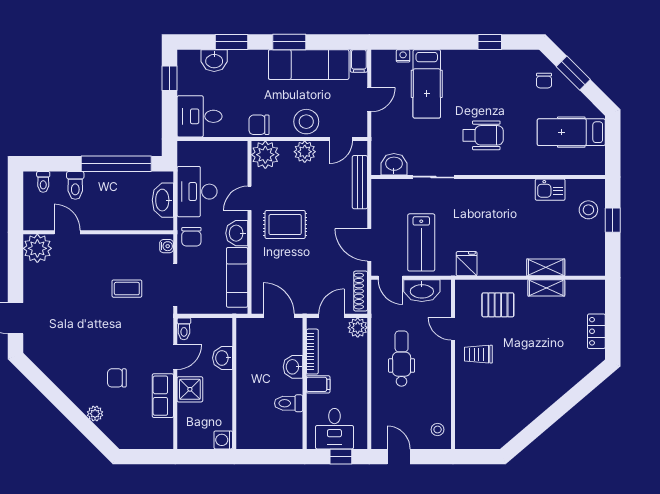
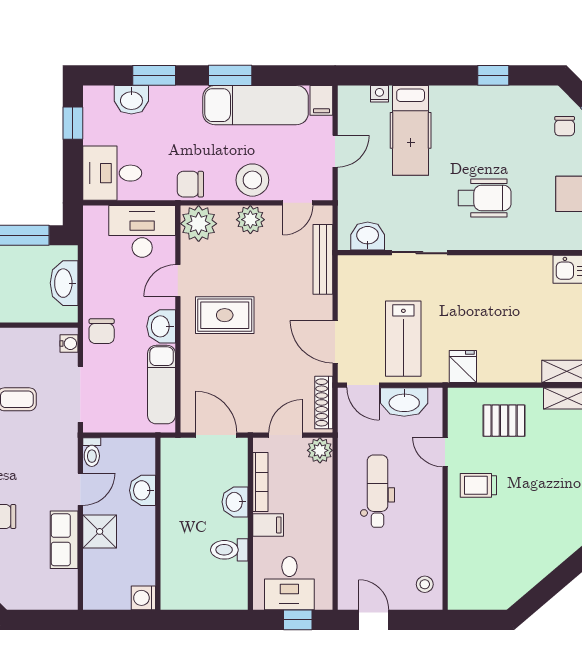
desk: (197, 192) -> (142, 231), moved, turned 90

